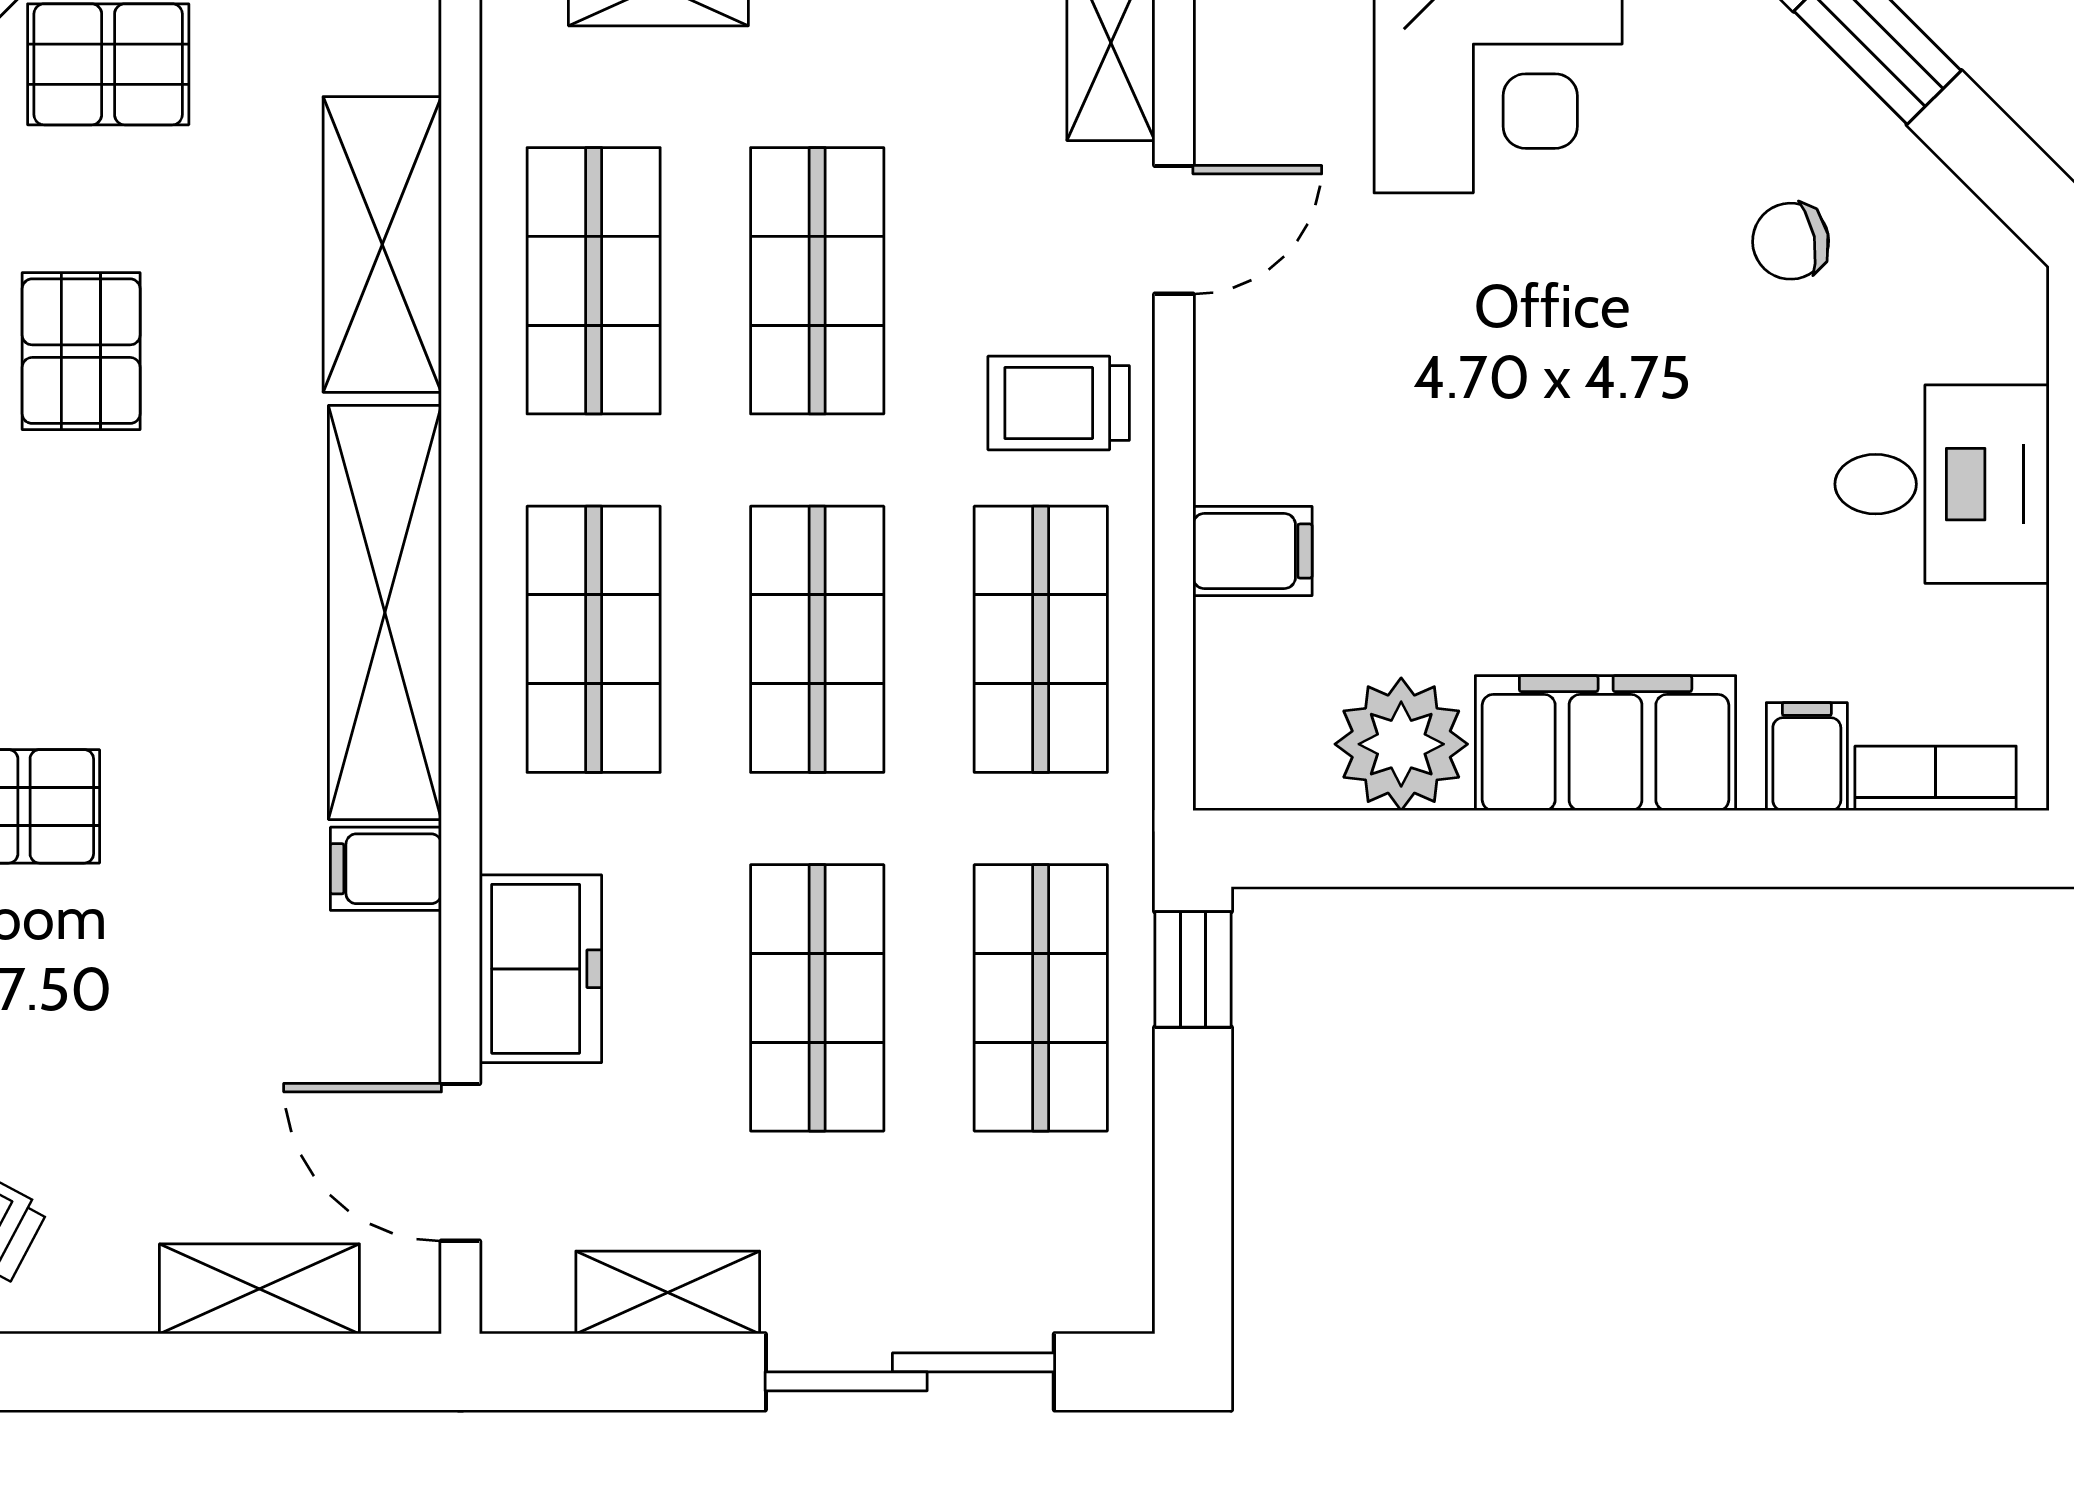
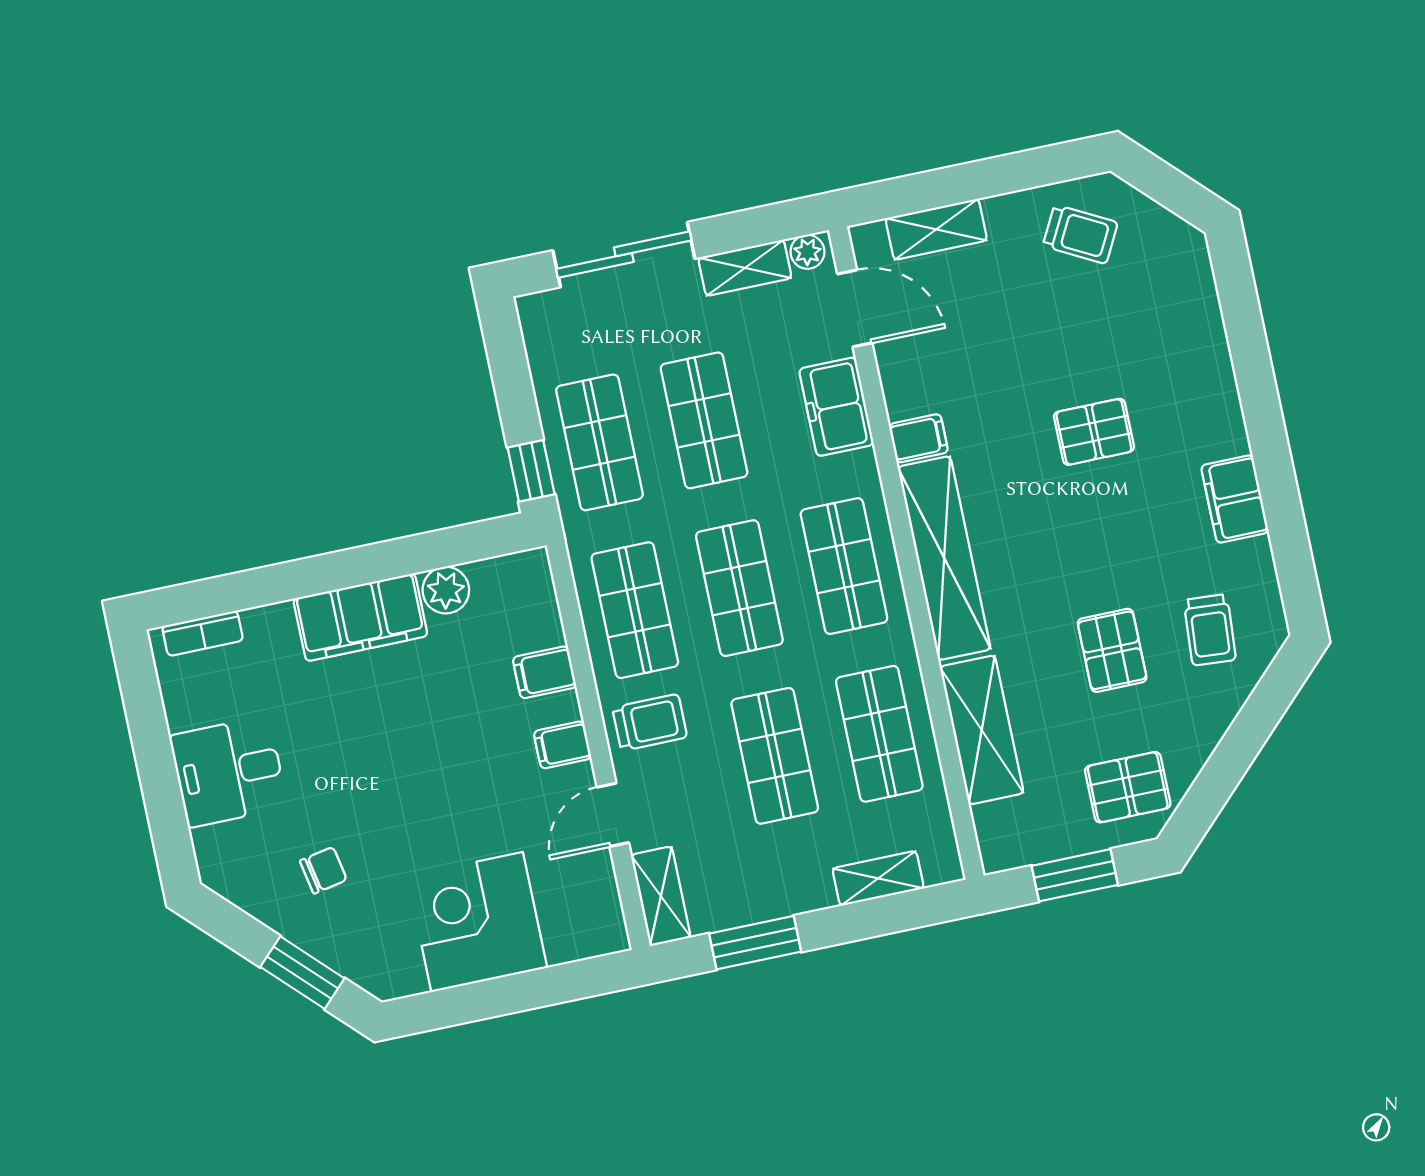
plant: (1401, 744) -> (446, 590), width x0.73, depth x0.73
filing cabinet: (1807, 757) -> (562, 745), moved, turned 90
plant: (533, 1298) -> (807, 252), added

